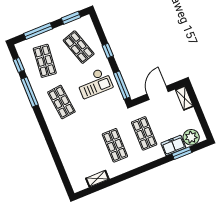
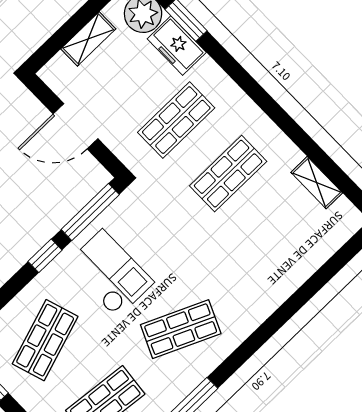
window: (108, 51) -> (45, 256), moved
shelving: (184, 98) -> (88, 39), moved
shop shelf: (61, 102) -> (181, 329), turned 30

